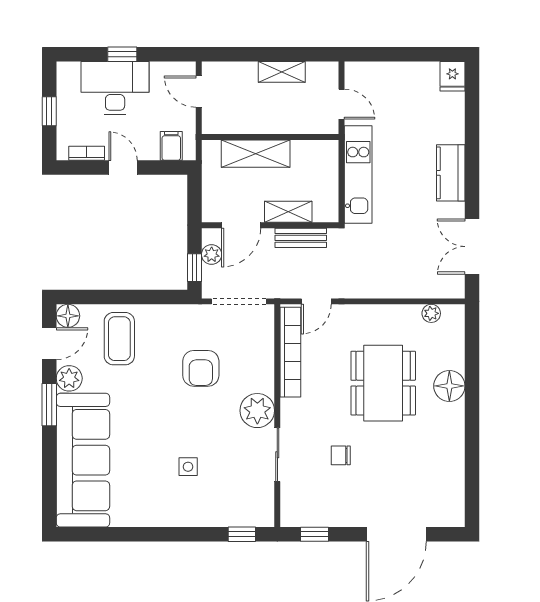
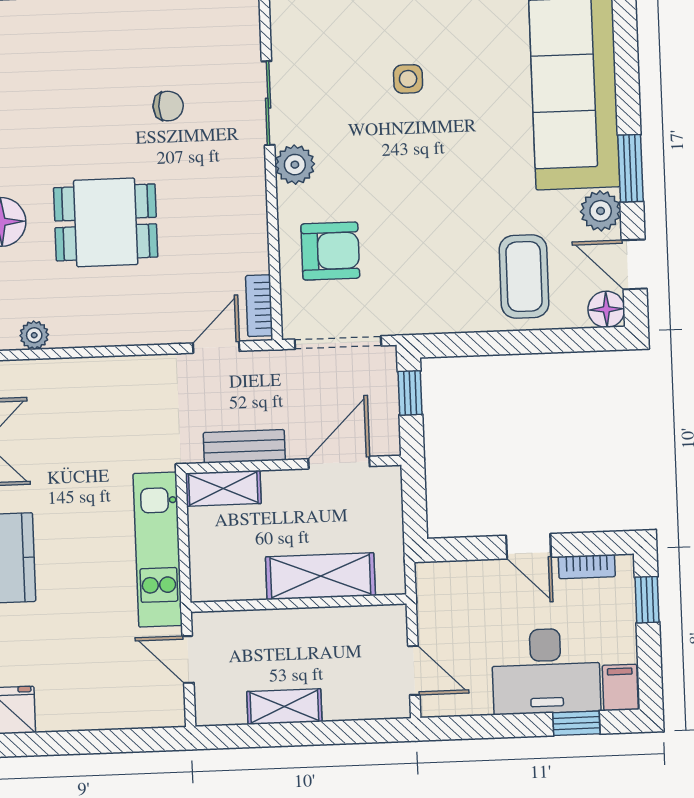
window: (122, 54) -> (576, 723), moved
window: (49, 111) -> (647, 600), moved
filing cabinet: (171, 146) -> (620, 687), moved, turned 180
shelving: (288, 212) -> (223, 488), moved
plant: (212, 254) -> (384, 415), removed
door: (49, 344) -> (634, 264), hinge flipped
bookcase: (290, 352) -> (259, 306), width x0.43, depth x0.76
armchair: (201, 368) -> (330, 251), moved, turned 90
dining table: (383, 383) -> (106, 222), width x0.73
plant: (257, 411) -> (295, 165), width x0.73, depth x0.73

